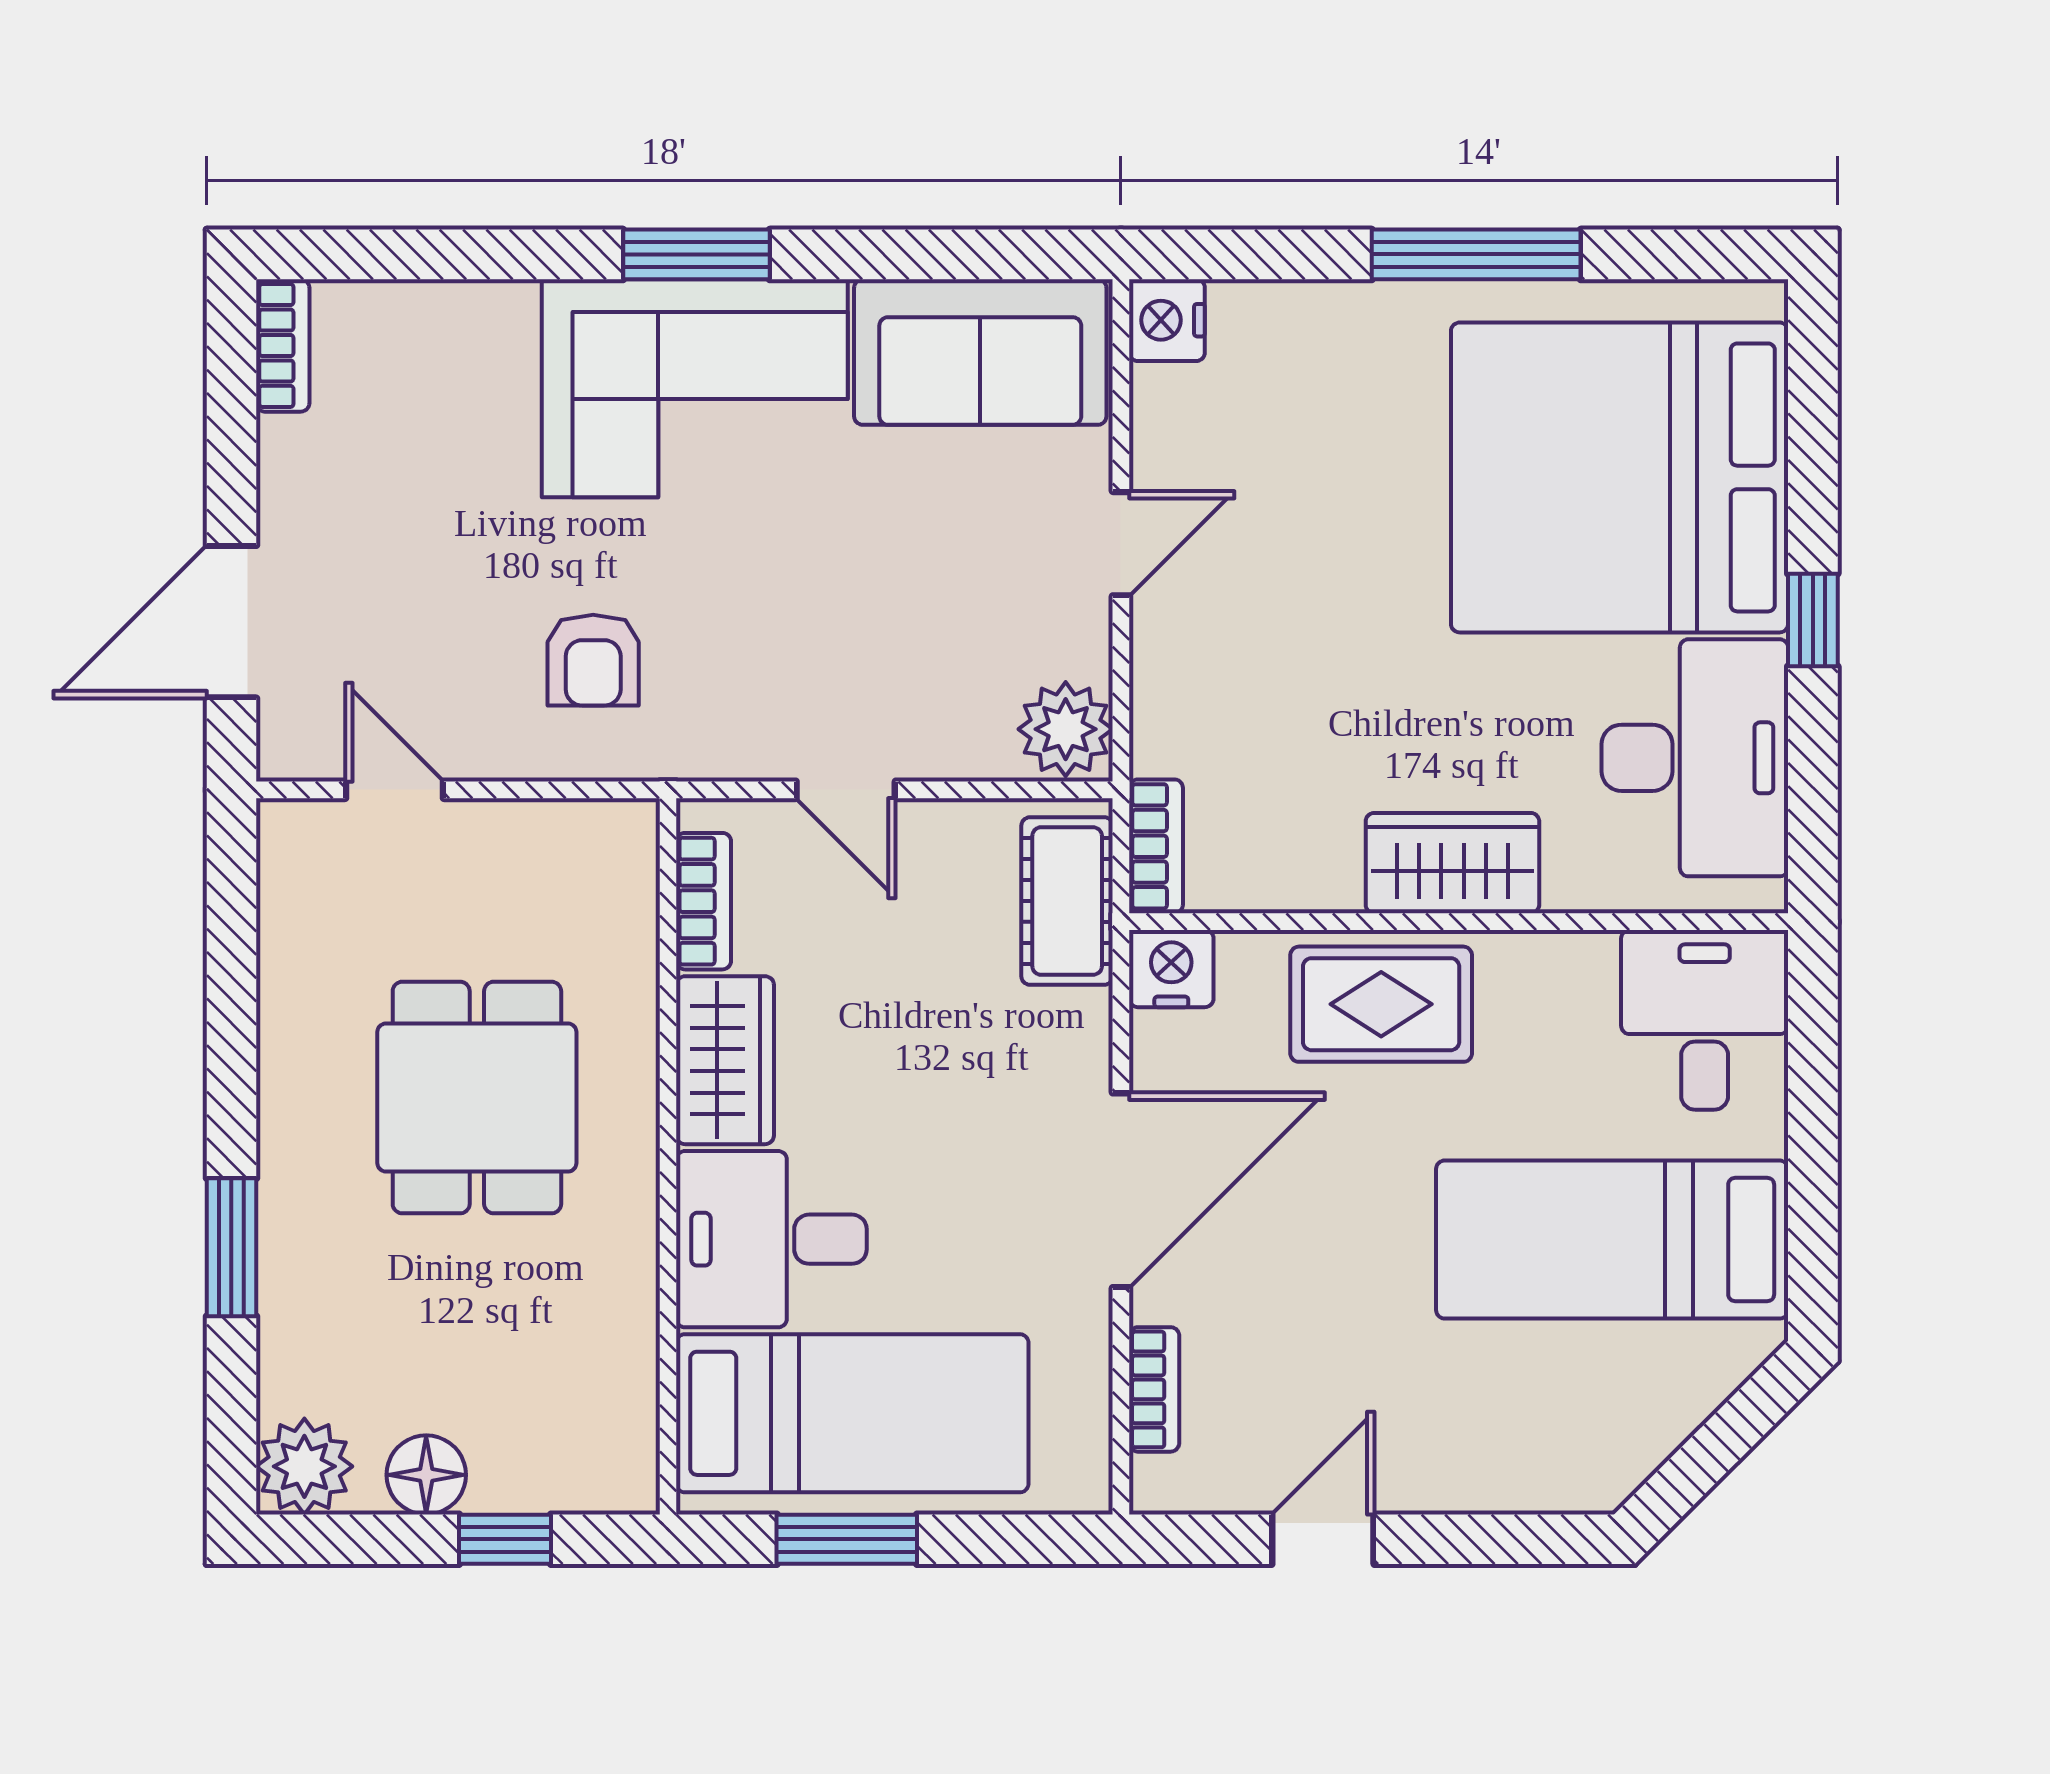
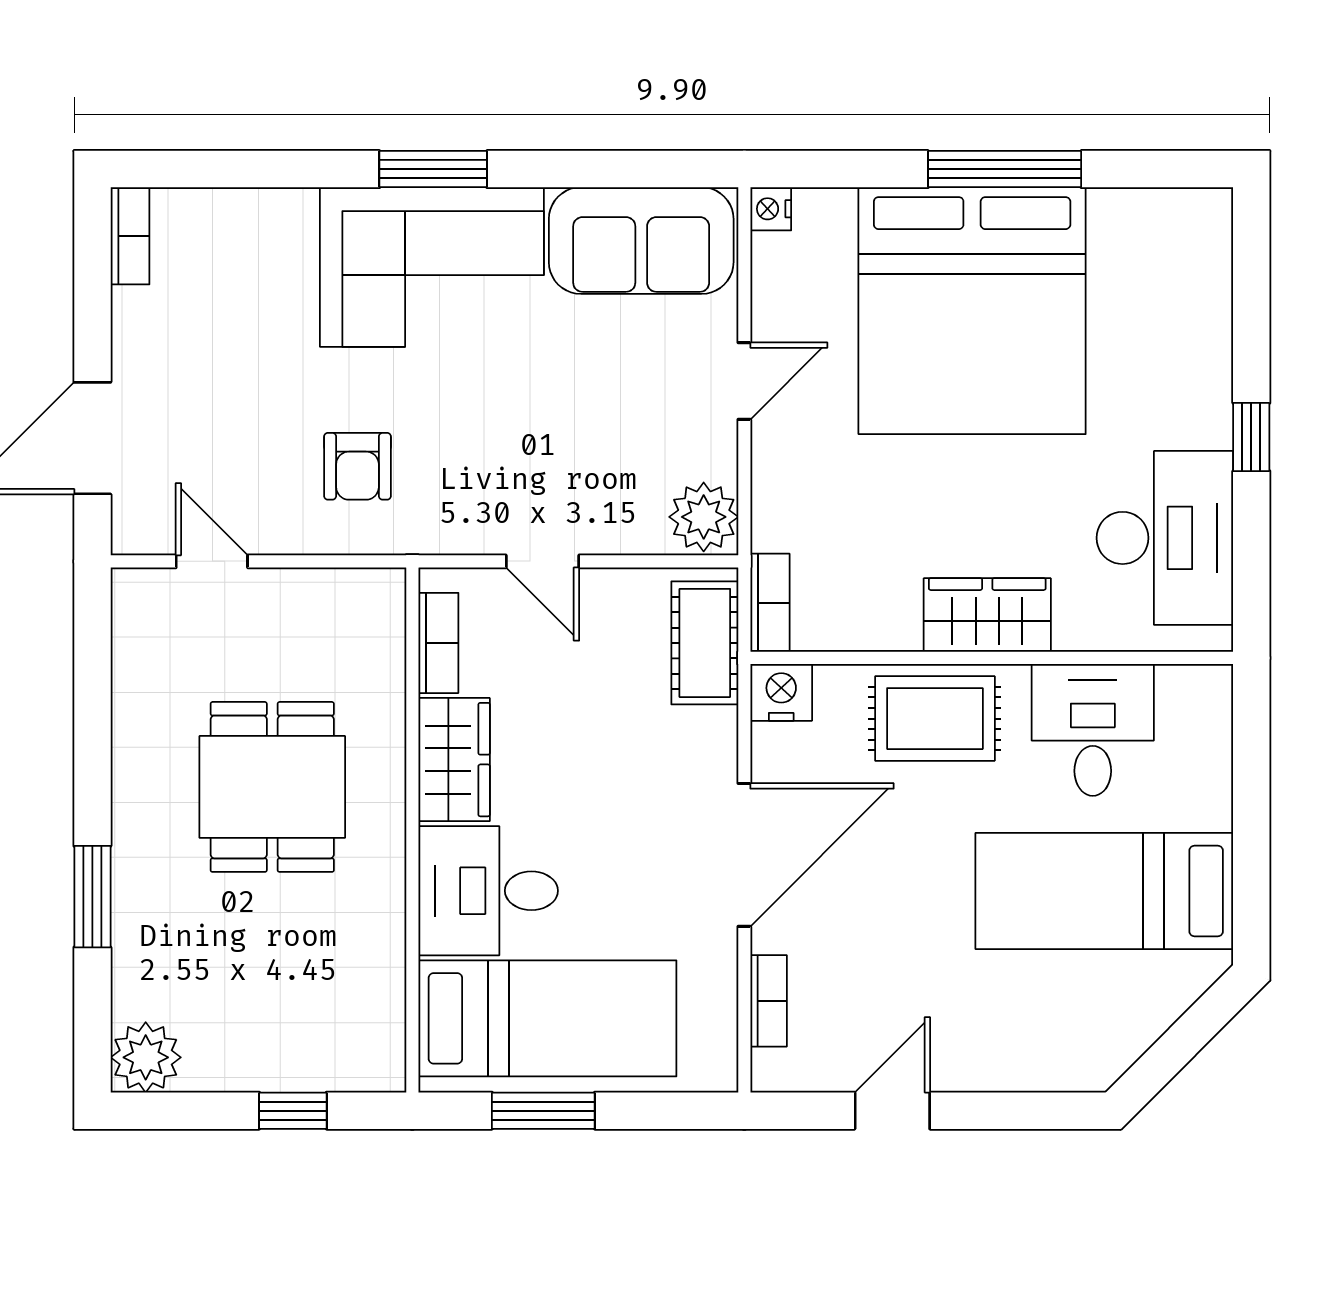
nightstand: (1167, 320) -> (771, 209), width x0.72, depth x0.74
bed: (1620, 477) -> (972, 311), moved, turned -90
desk: (1705, 1020) -> (1093, 730), moved
floor lamp: (426, 1475) -> (235, 1063), removed

